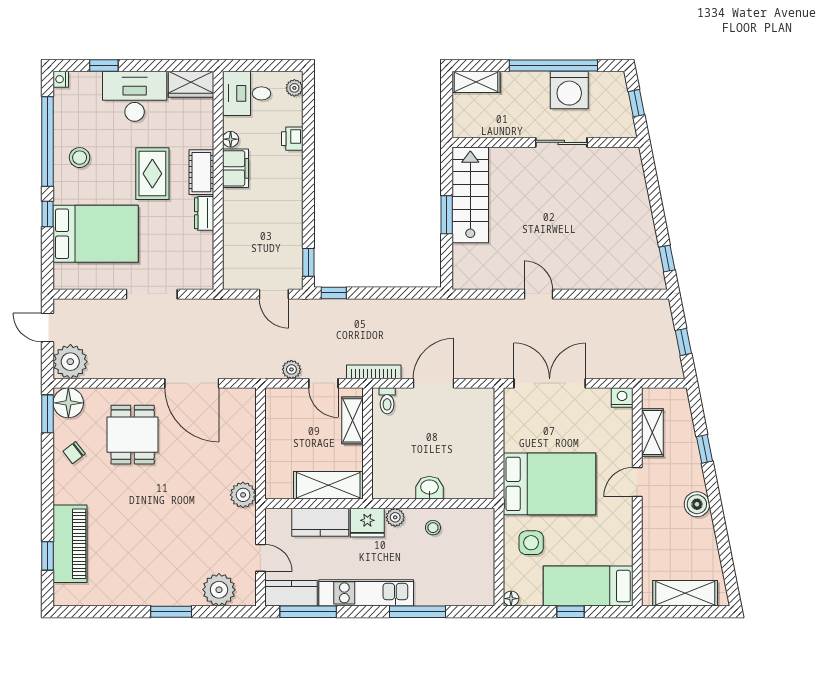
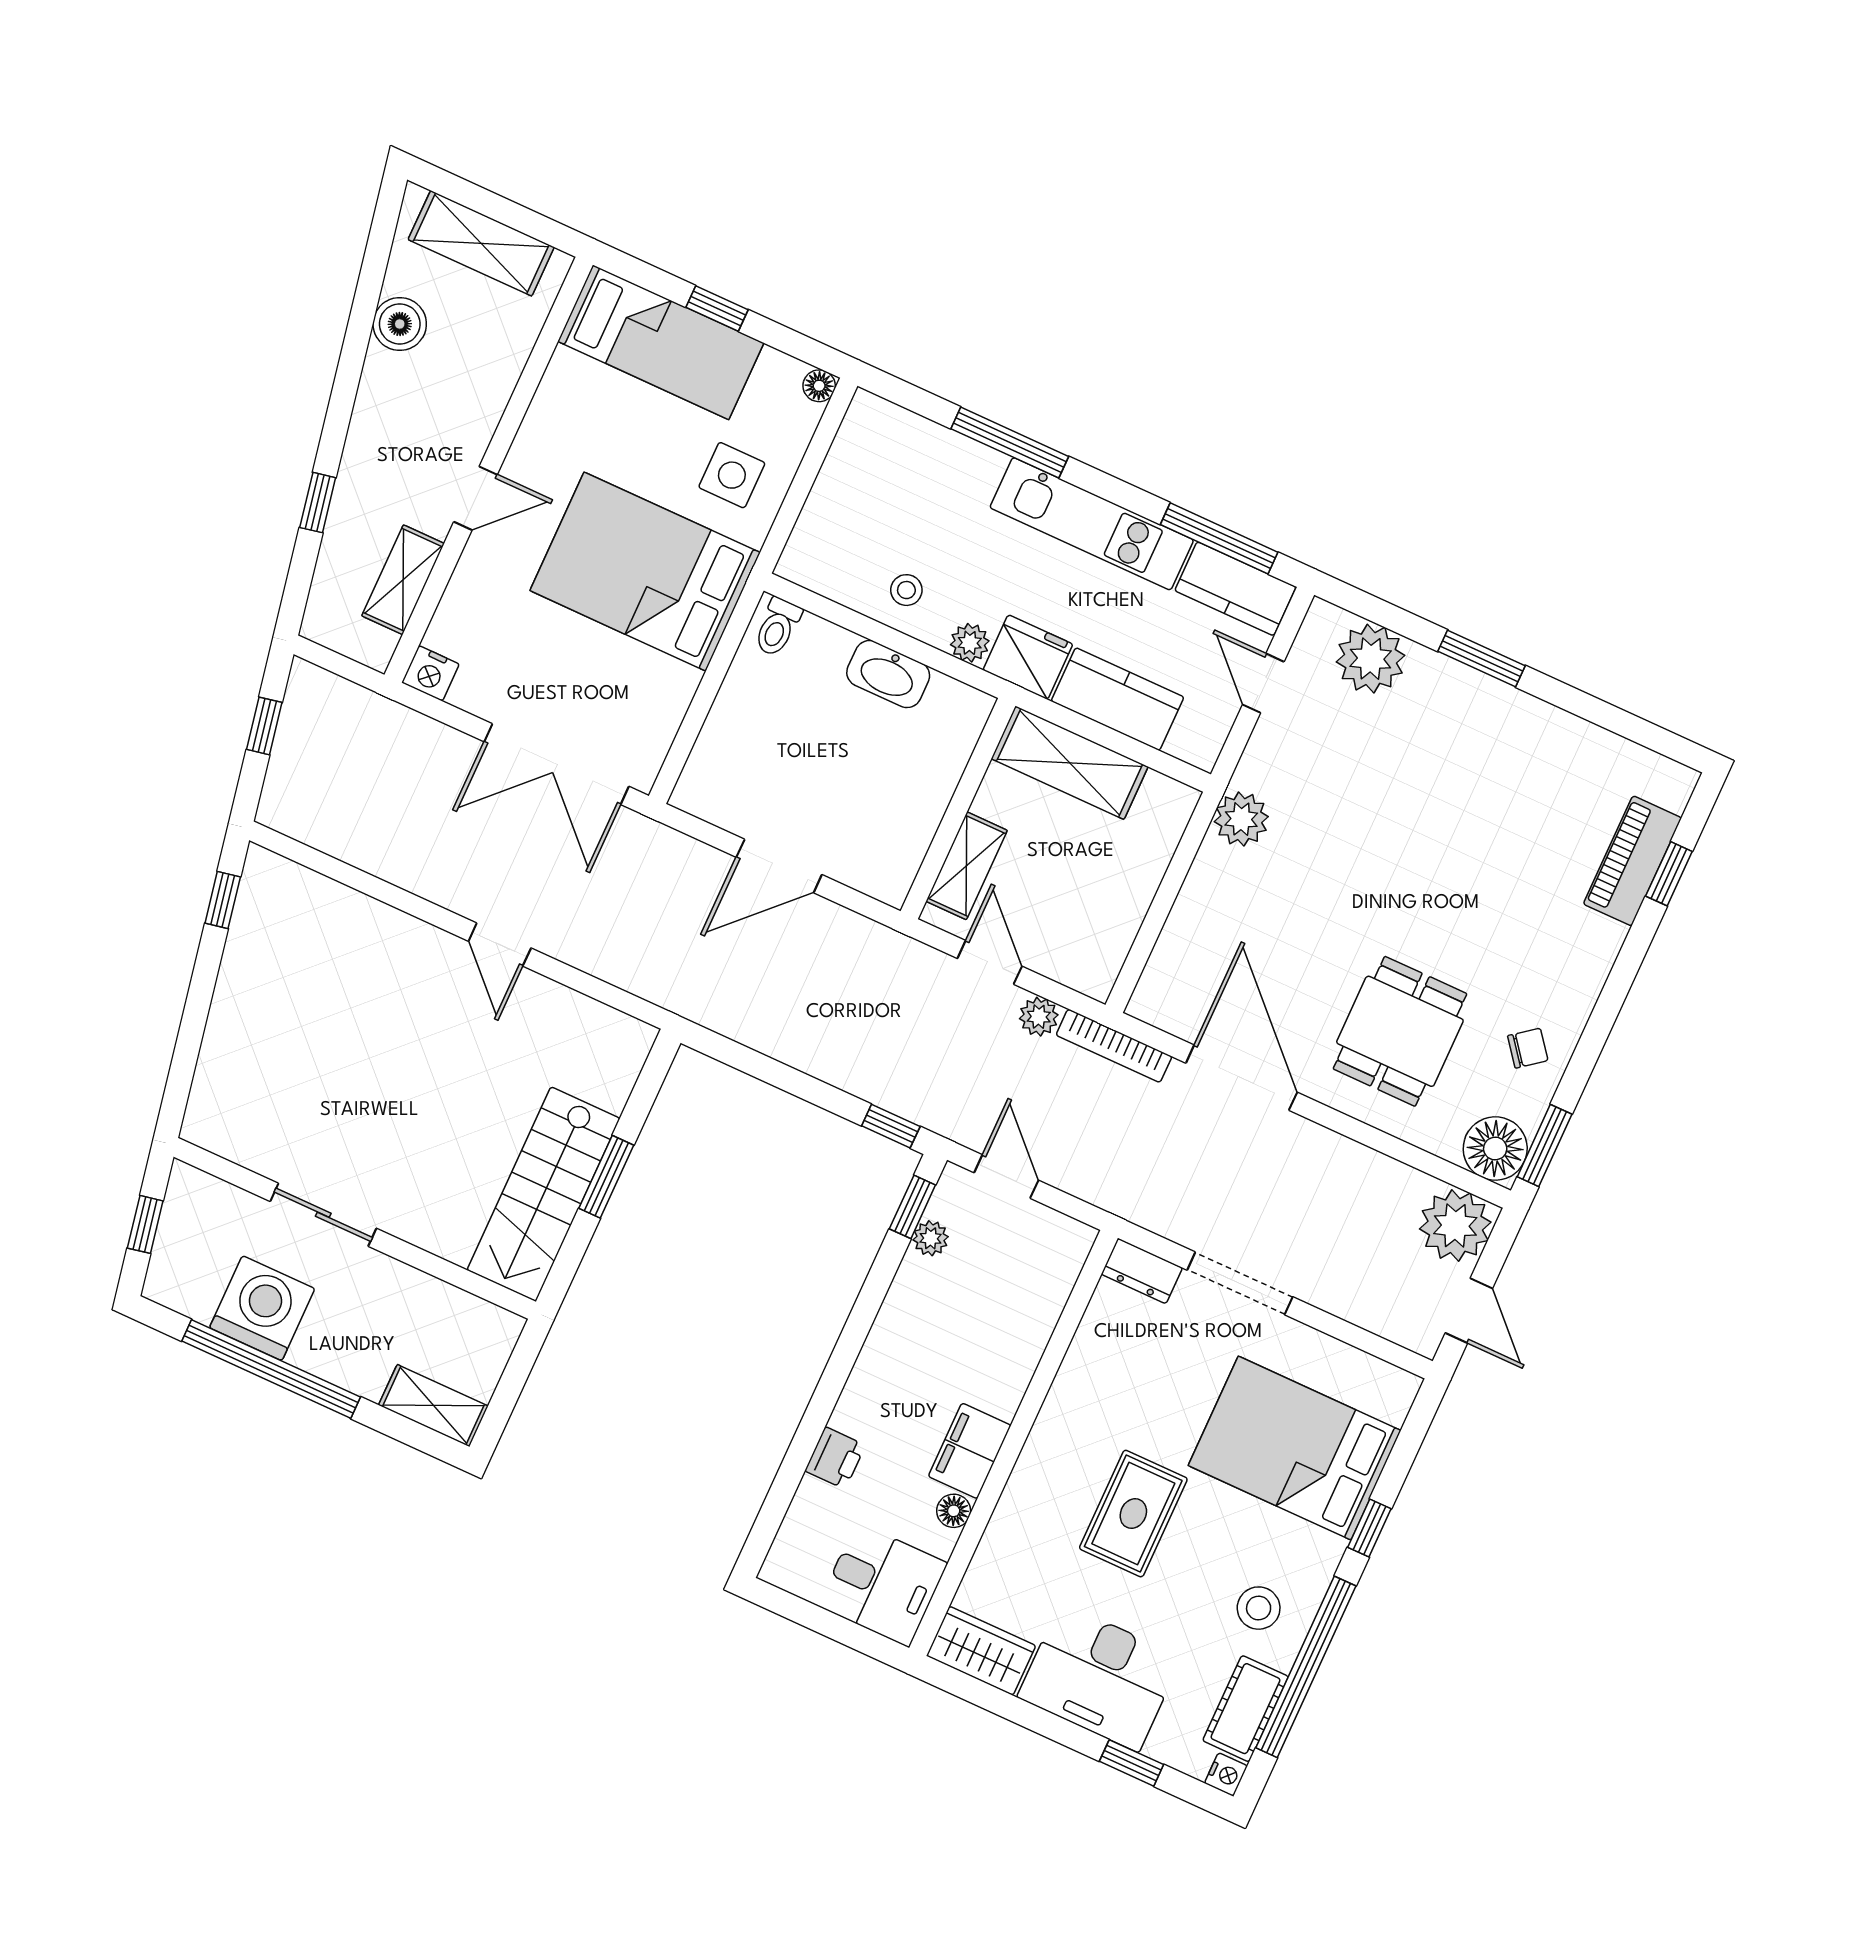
plant: (294, 88) -> (931, 1238), moved
cot: (201, 172) -> (1246, 1709), moved
dresser: (204, 213) -> (1142, 1271), moved, turned 90
bookcase: (374, 372) -> (1114, 1046), moved
toilet: (387, 401) -> (777, 627), moved, turned 180
washbasin: (429, 488) -> (888, 674), width x1.38
boiler: (697, 504) -> (400, 324), moved
piano: (70, 544) -> (1632, 861), width x0.73, depth x0.75

